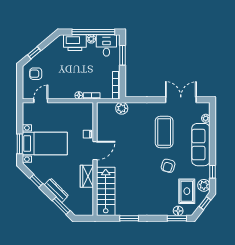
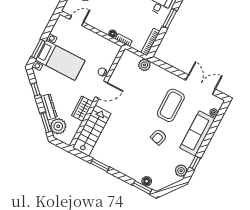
rug: (187, 191) -> (163, 168), removed
plant: (74, 203) -> (58, 126), added
window: (205, 203) -> (174, 187), removed

